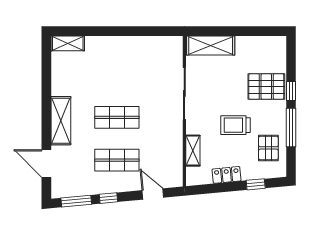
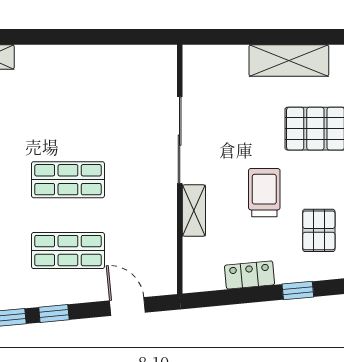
shelving: (211, 45) -> (289, 61), moved
trolley: (235, 125) -> (264, 193), turned 90
shelving: (193, 151) -> (194, 210), moved

